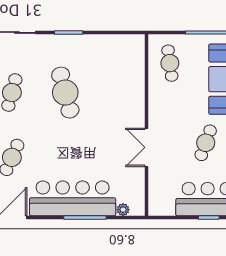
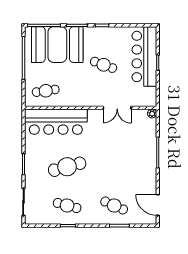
double door: (146, 147) -> (117, 108), moved
bar counter: (73, 198) -> (56, 122), moved, turned -90
plant: (123, 210) -> (152, 114), moved

